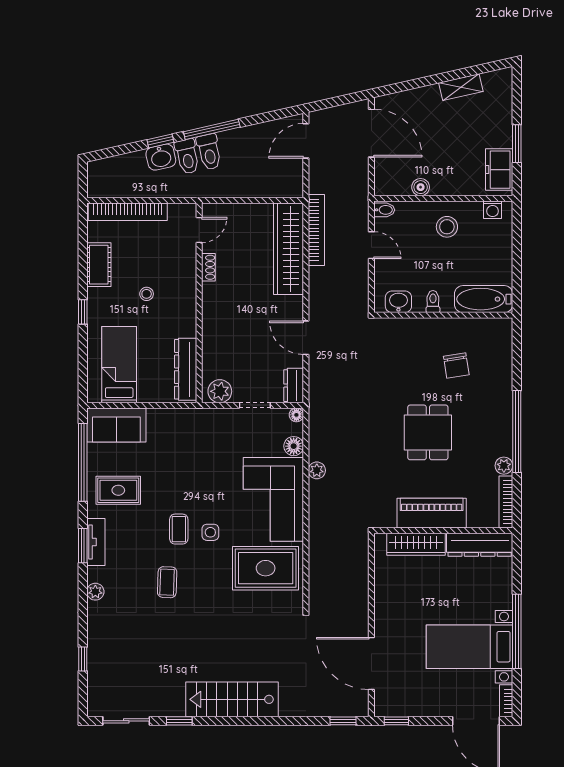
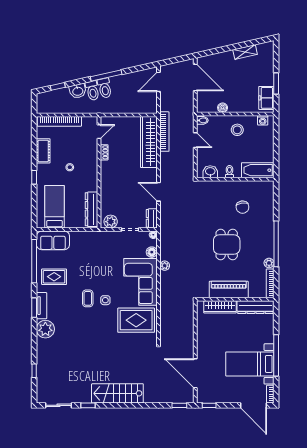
window: (160, 141) -> (58, 86), moved
coffee table: (167, 582) -> (81, 328), removed
plant: (95, 592) -> (45, 329), width x1.88, depth x1.88

